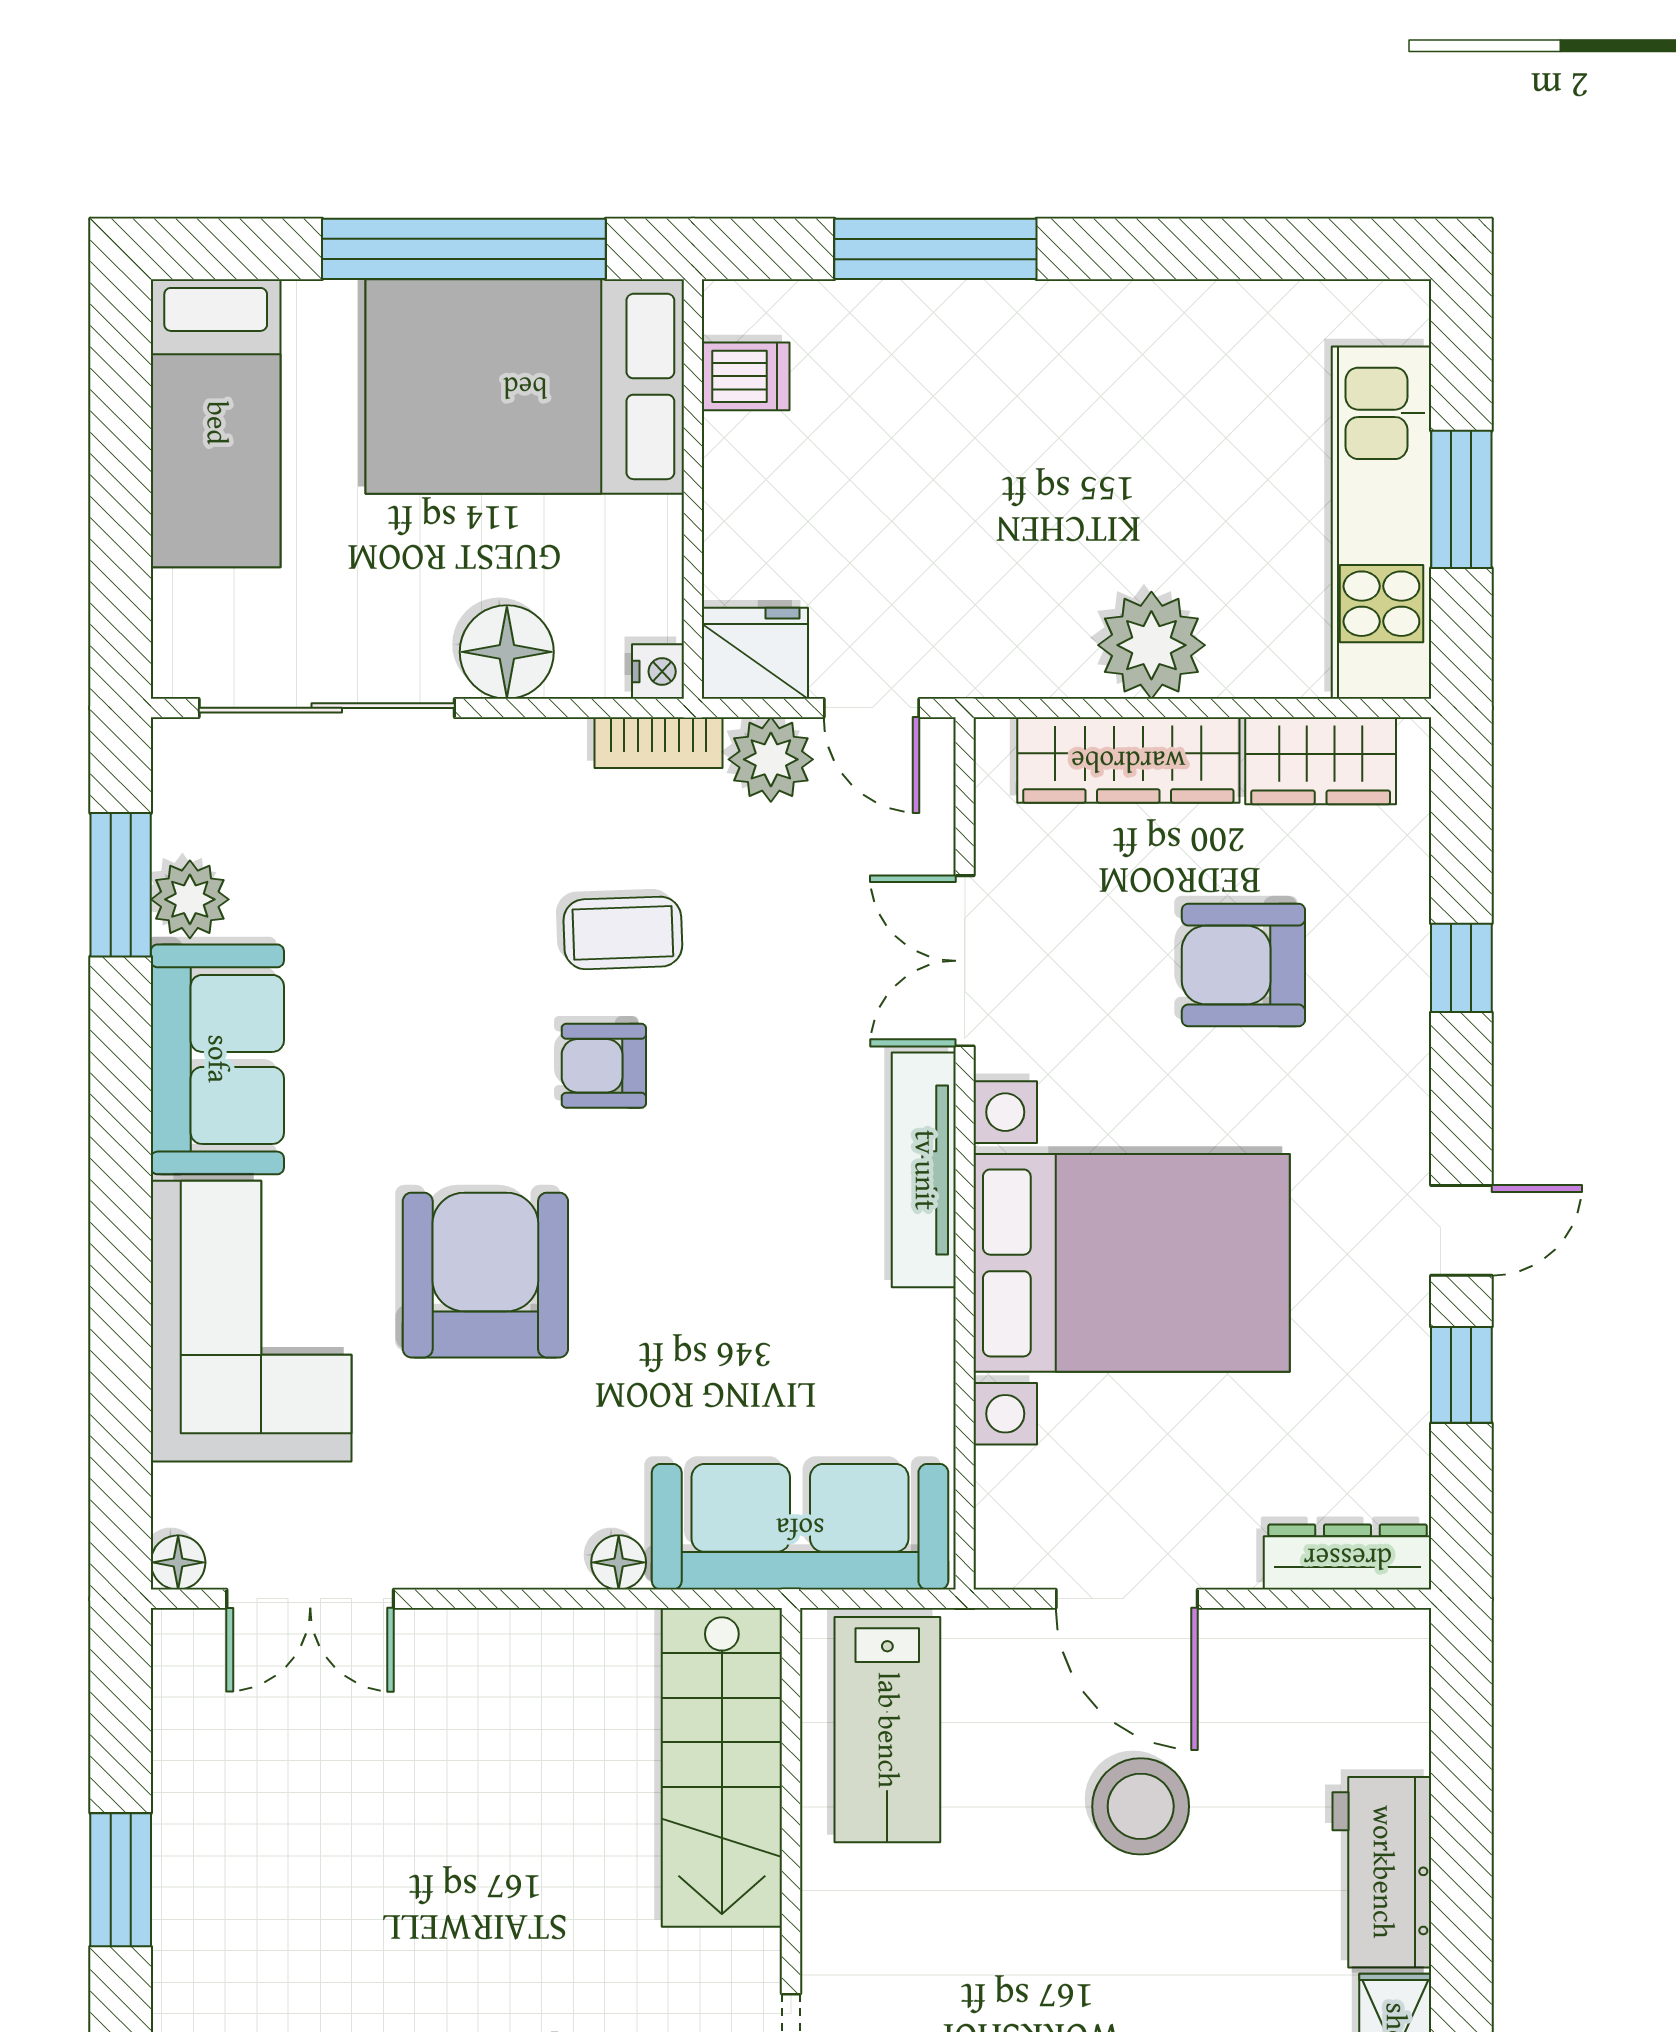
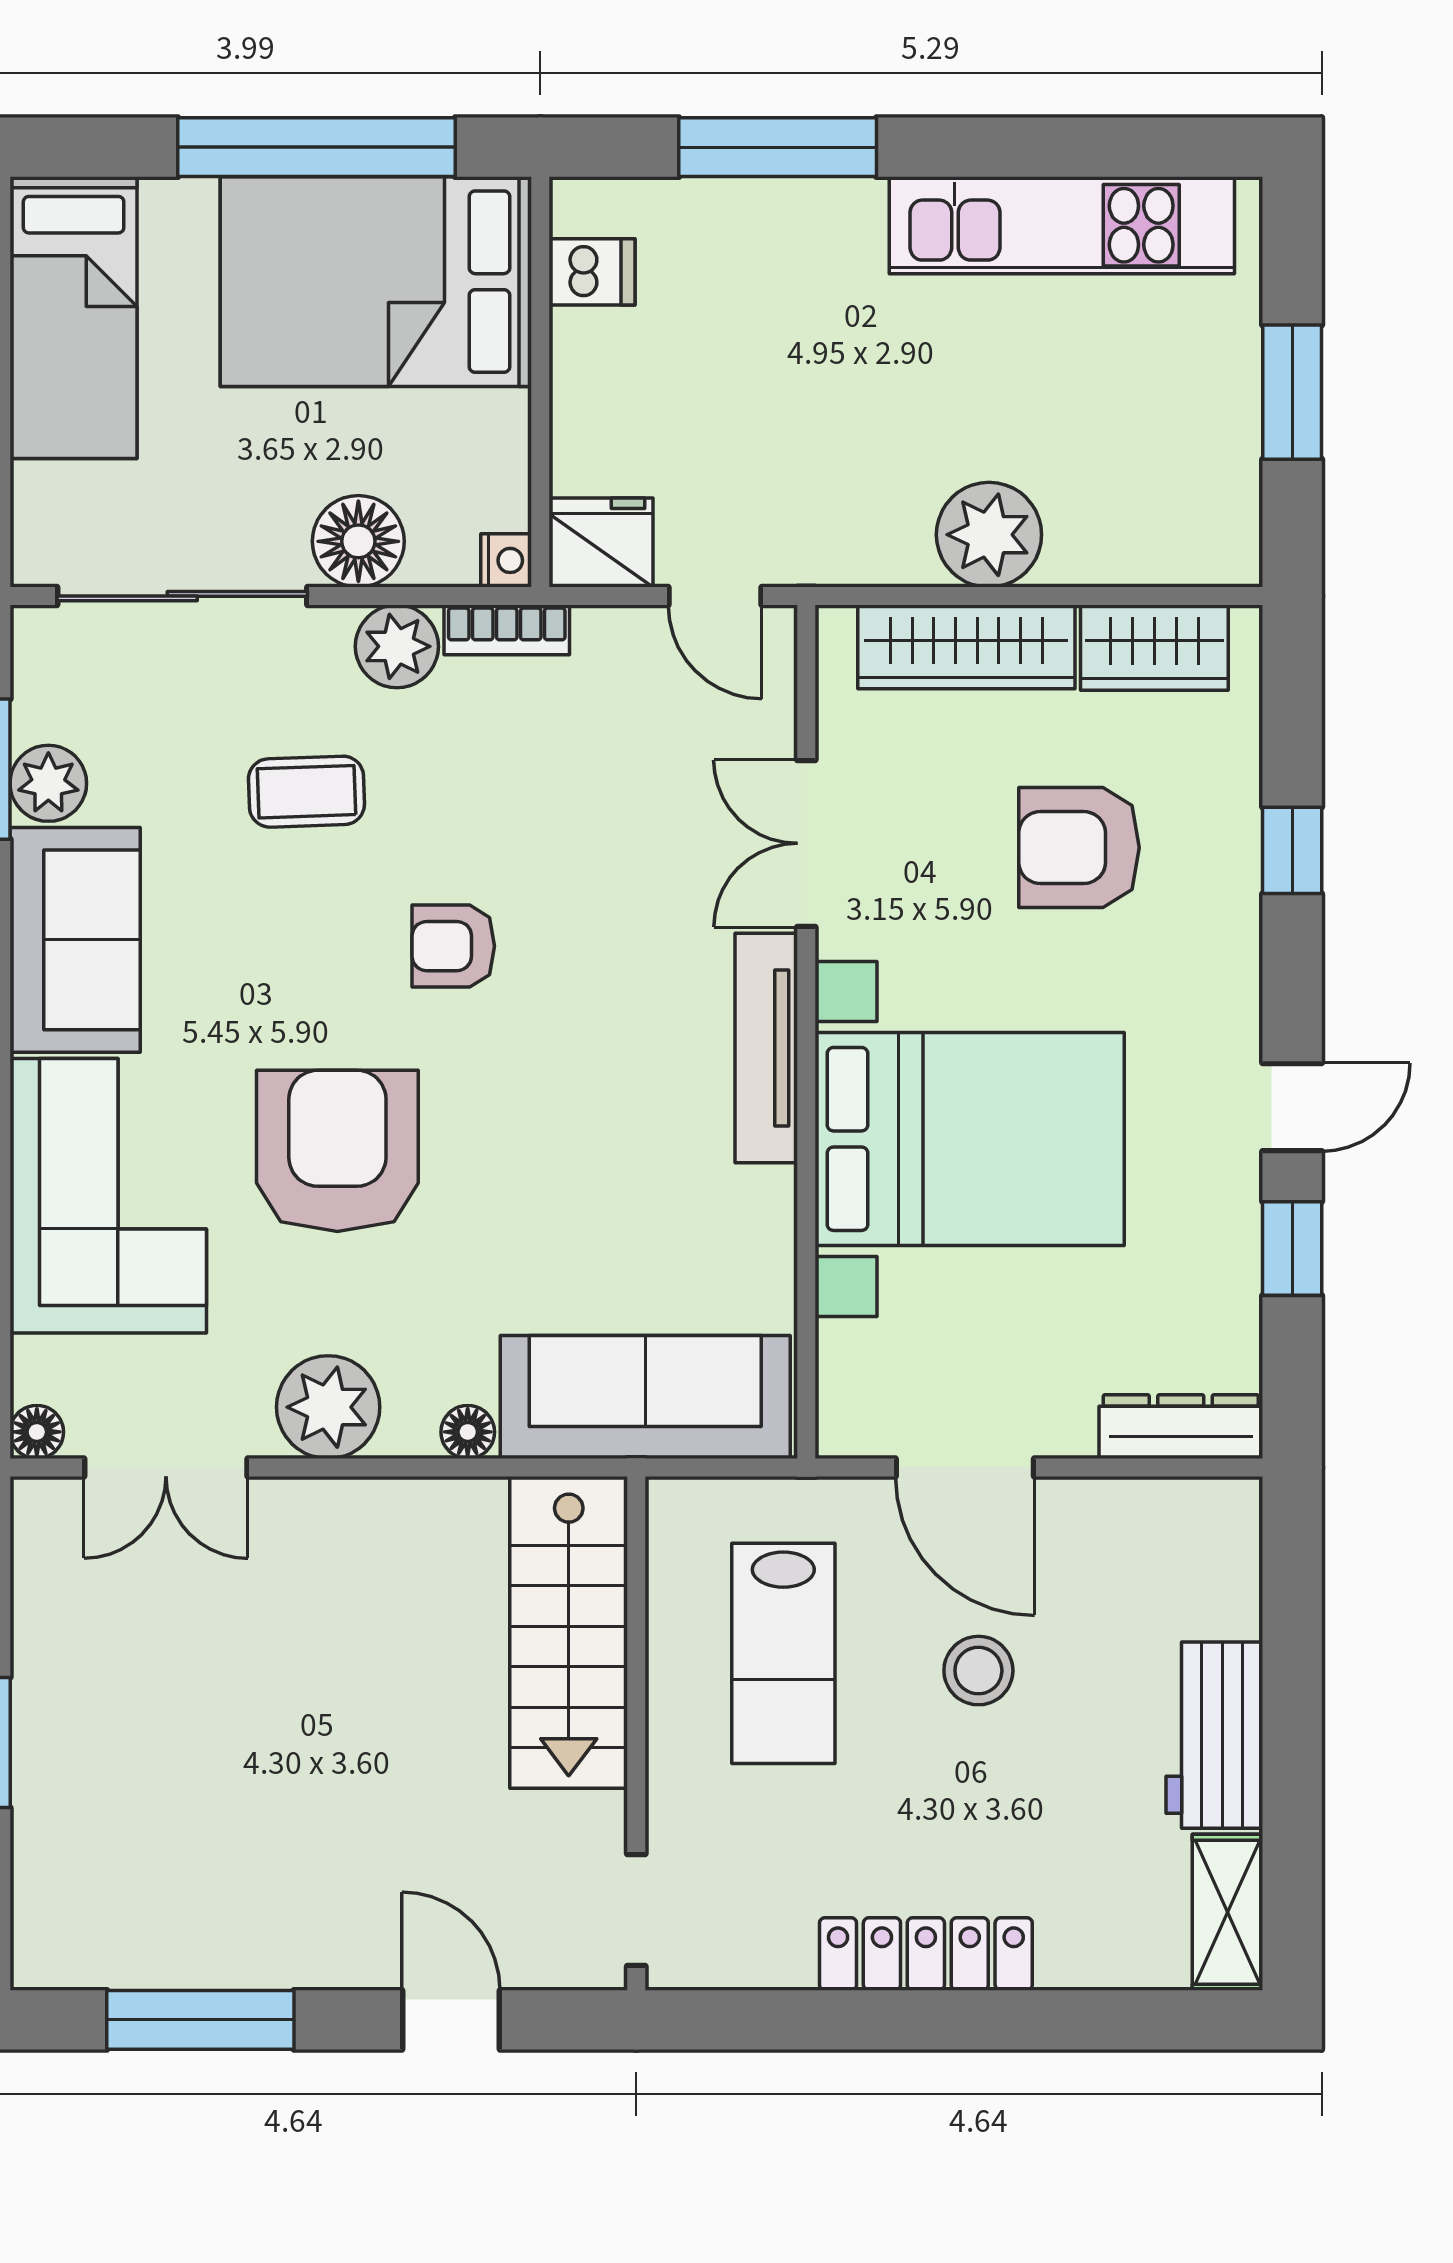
kitchen unit: (1381, 523) -> (1062, 225), moved, turned -90
plant: (771, 759) -> (397, 646), moved
coffee table: (623, 933) -> (306, 792), moved
plant: (476, 1537) -> (328, 1407), added
lab bench: (887, 1730) -> (783, 1653), moved
stool: (1141, 1806) -> (978, 1671), width x0.73, depth x0.73

